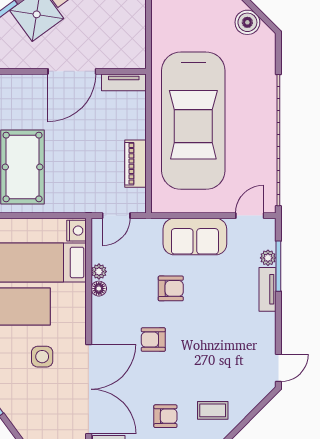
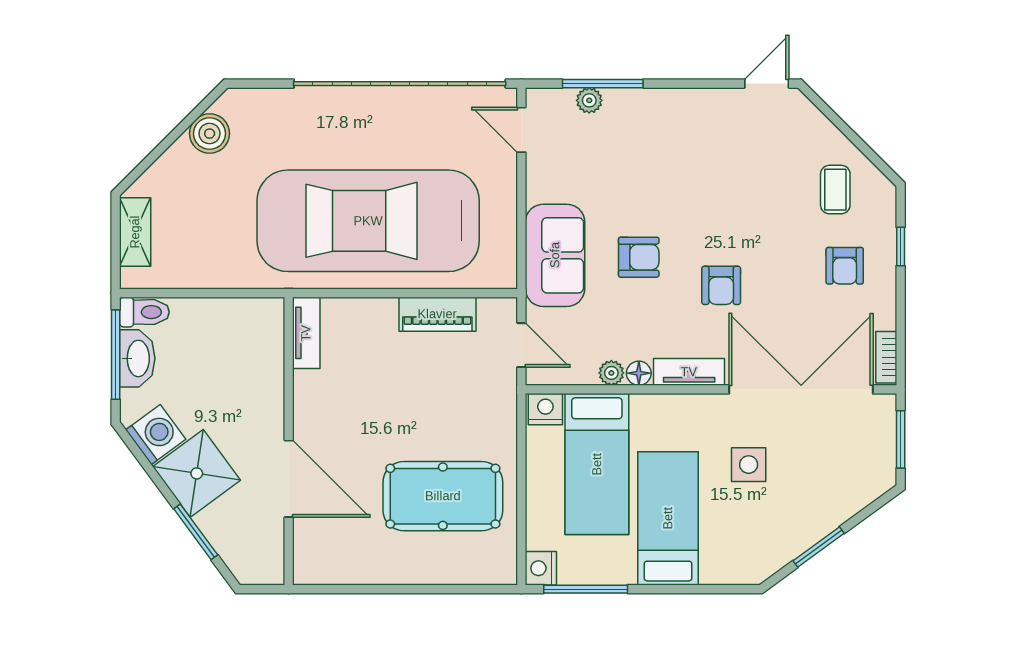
door: (72, 71) -> (289, 479), moved
car: (193, 121) -> (368, 221), turned 180
sofa: (195, 237) -> (555, 255), moved
armchair: (171, 288) -> (639, 257), turned 90
tv unit: (268, 289) -> (689, 372), moved, turned 180
door: (278, 368) -> (767, 84), hinge flipped
armchair: (165, 416) -> (845, 266), turned 180

